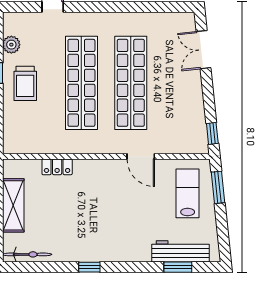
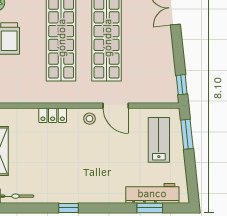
locker: (57, 167) -> (53, 115), moved
stool: (112, 170) -> (89, 119), added

